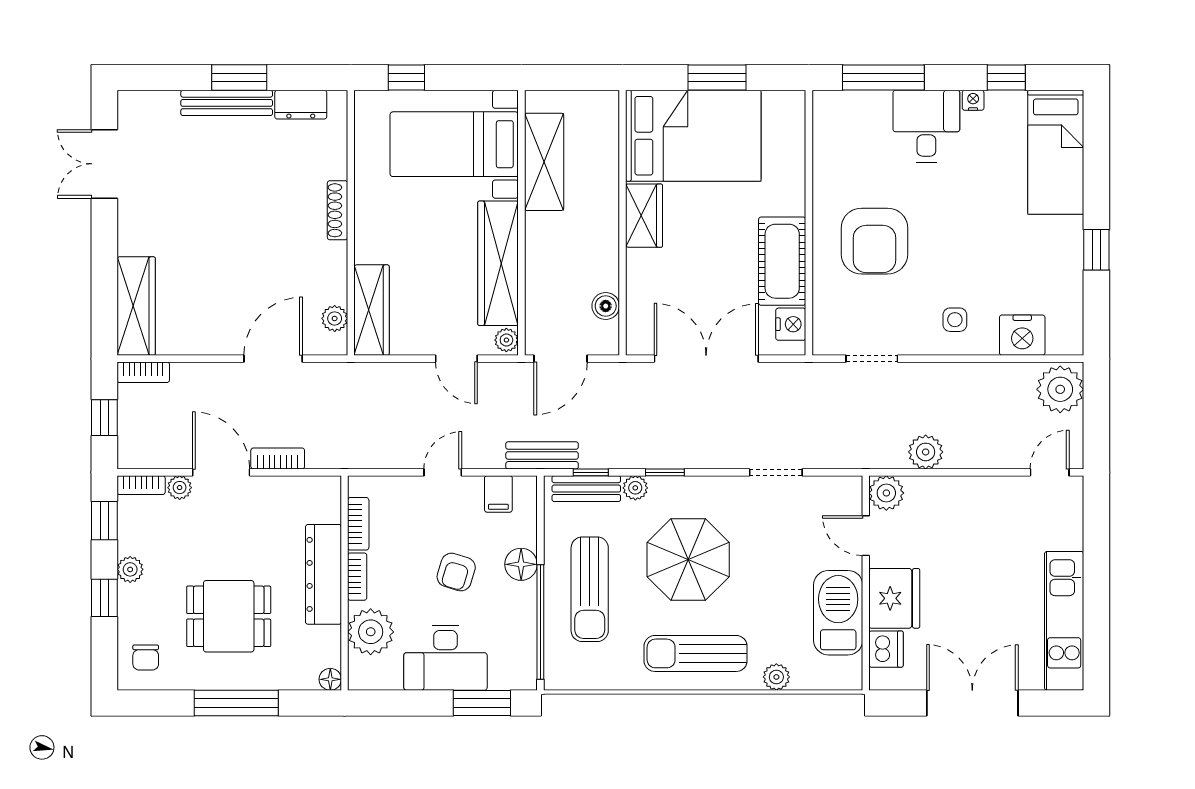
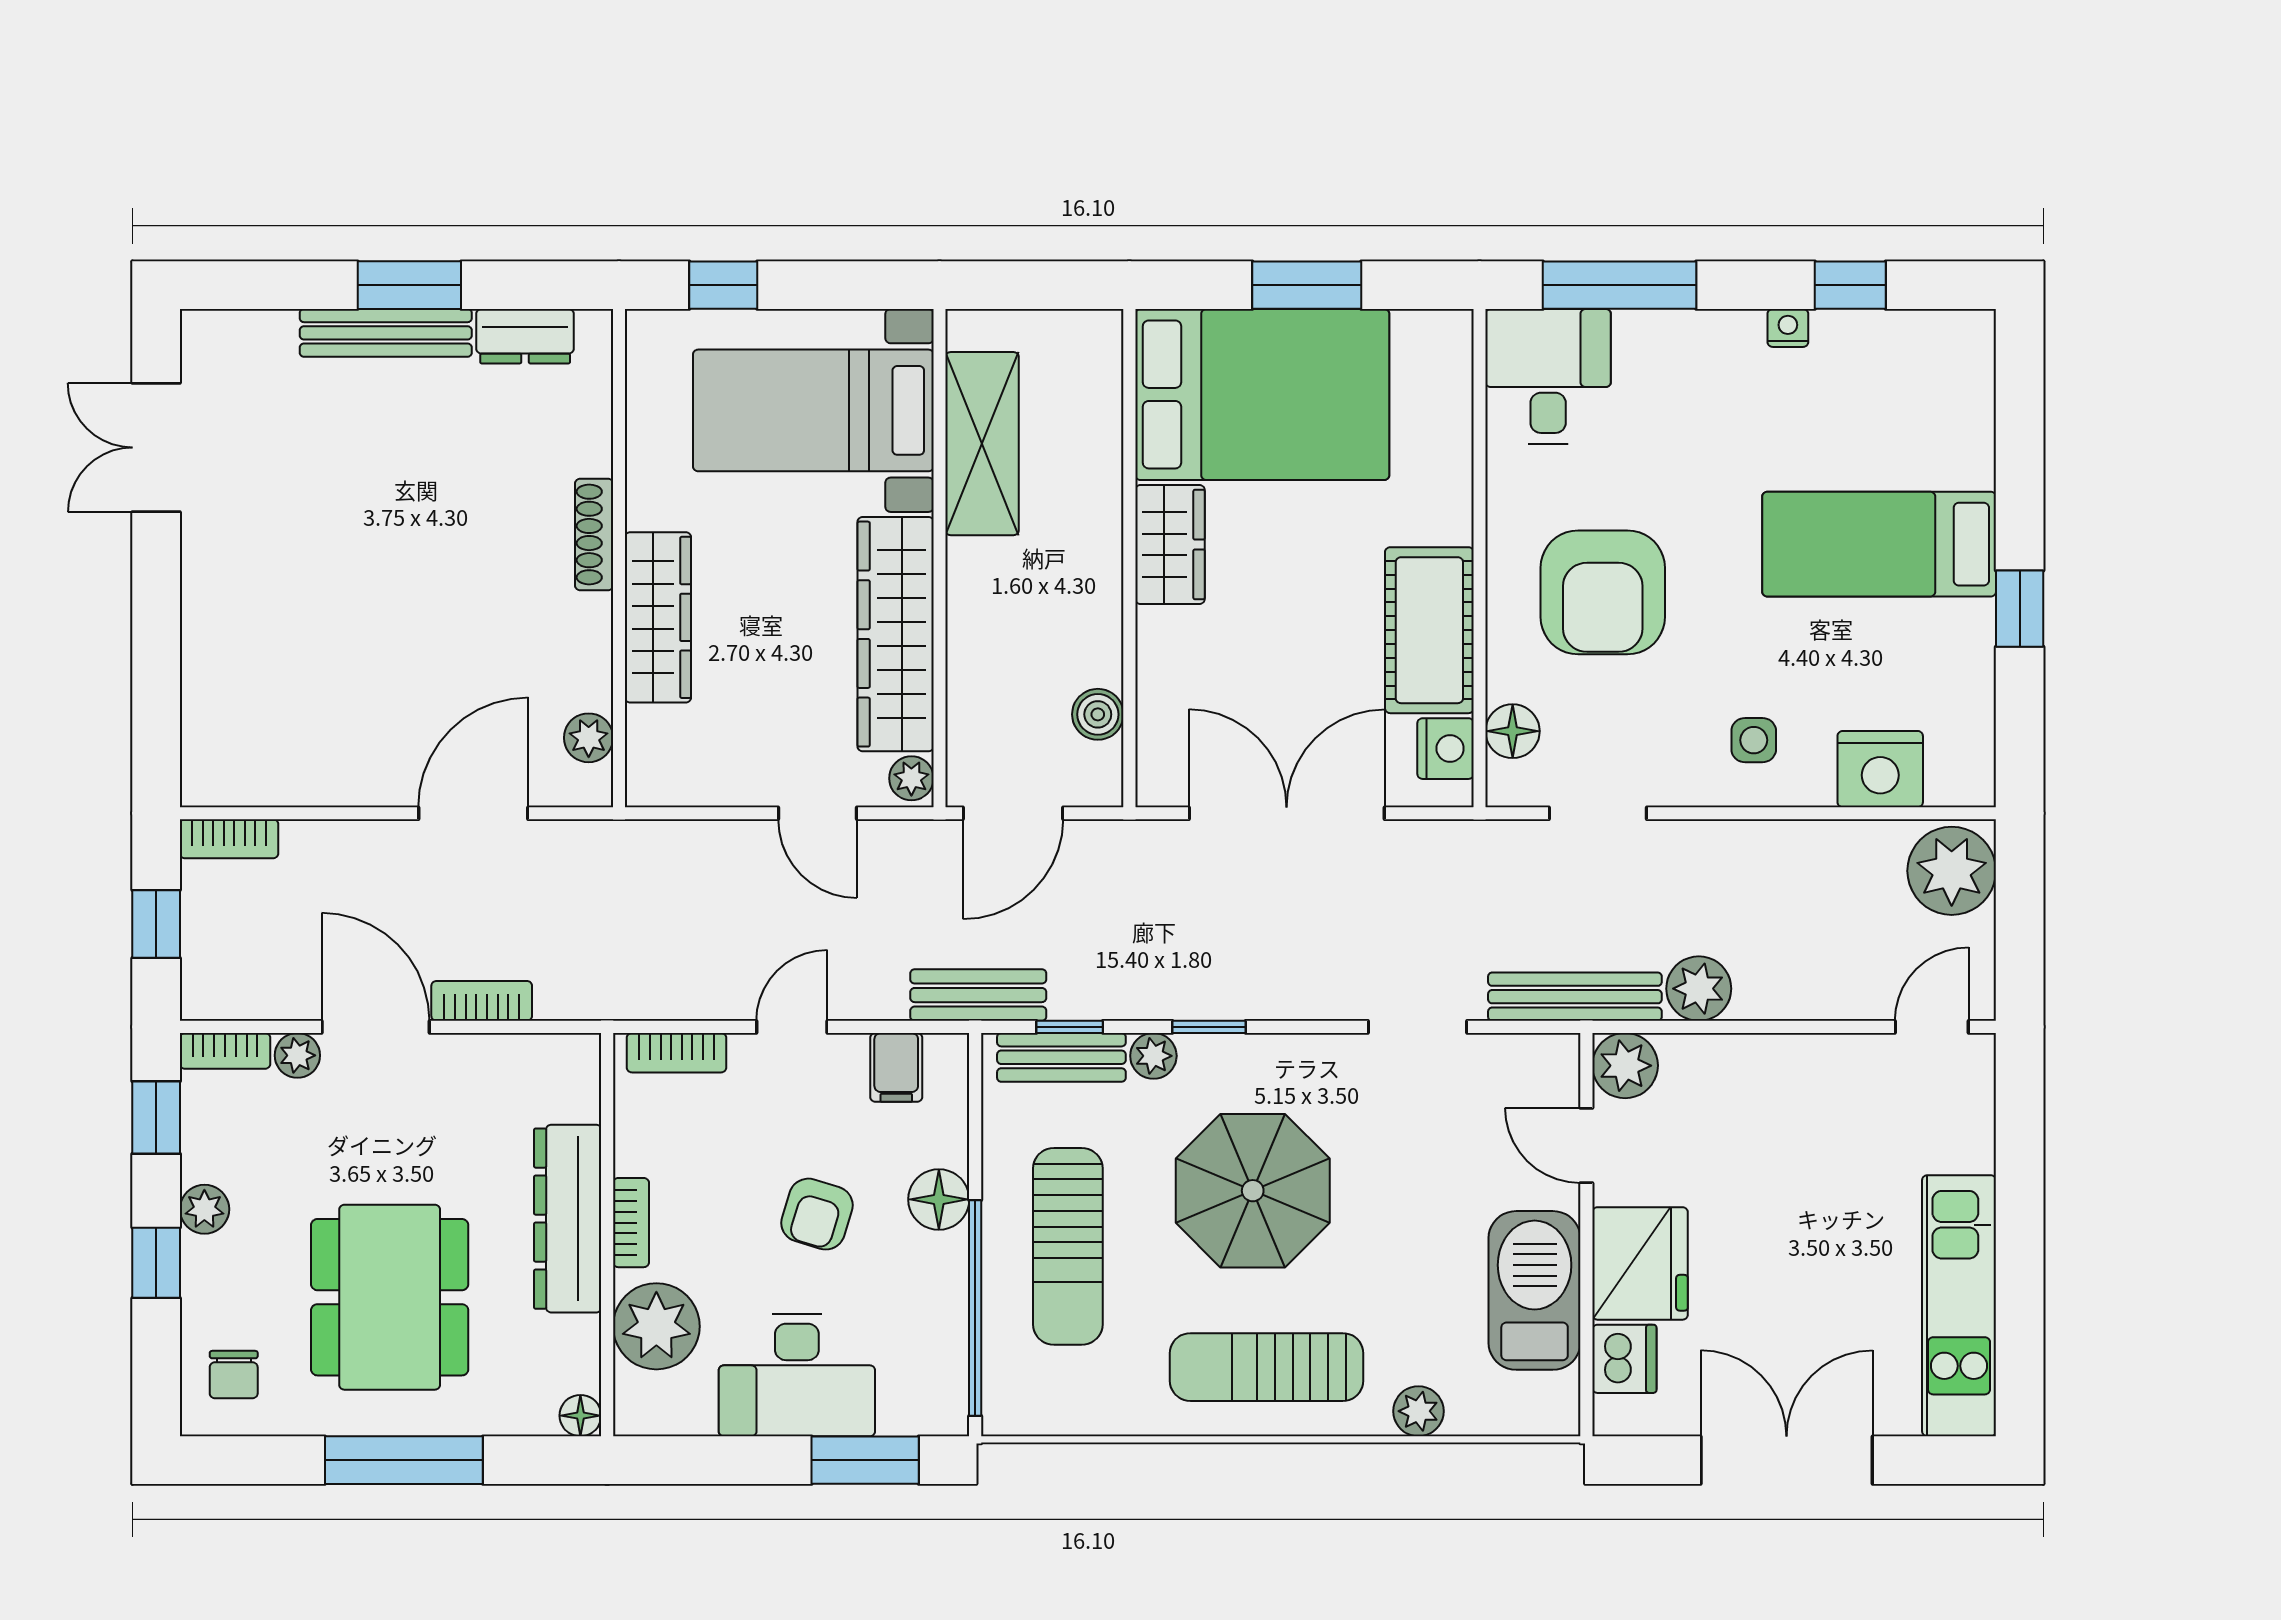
desk: (926, 126) -> (1548, 376), moved
bed: (1056, 152) -> (1879, 544), moved, turned 90
wardrobe: (136, 306) -> (216, 715), removed
wardrobe: (372, 310) -> (658, 617), moved
floor lamp: (826, 315) -> (1513, 731), added
bench: (860, 456) -> (1575, 997), added
bookcase: (358, 524) -> (677, 1053), moved, turned 90
dining table: (229, 616) -> (390, 1297), width x1.38

